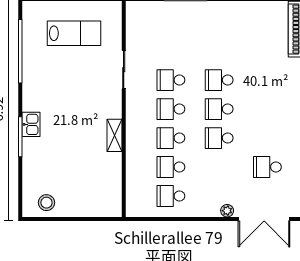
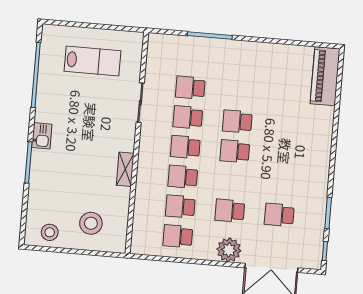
school desk: (171, 51) -> (190, 88), added
kitchen sink: (31, 124) -> (42, 136), moved
school desk: (219, 138) -> (230, 211), moved
stool: (86, 190) -> (91, 223), added
plant: (227, 211) -> (229, 250), width x1.88, depth x1.88

